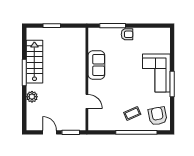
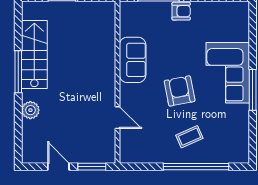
armchair: (158, 116) -> (180, 91), moved

